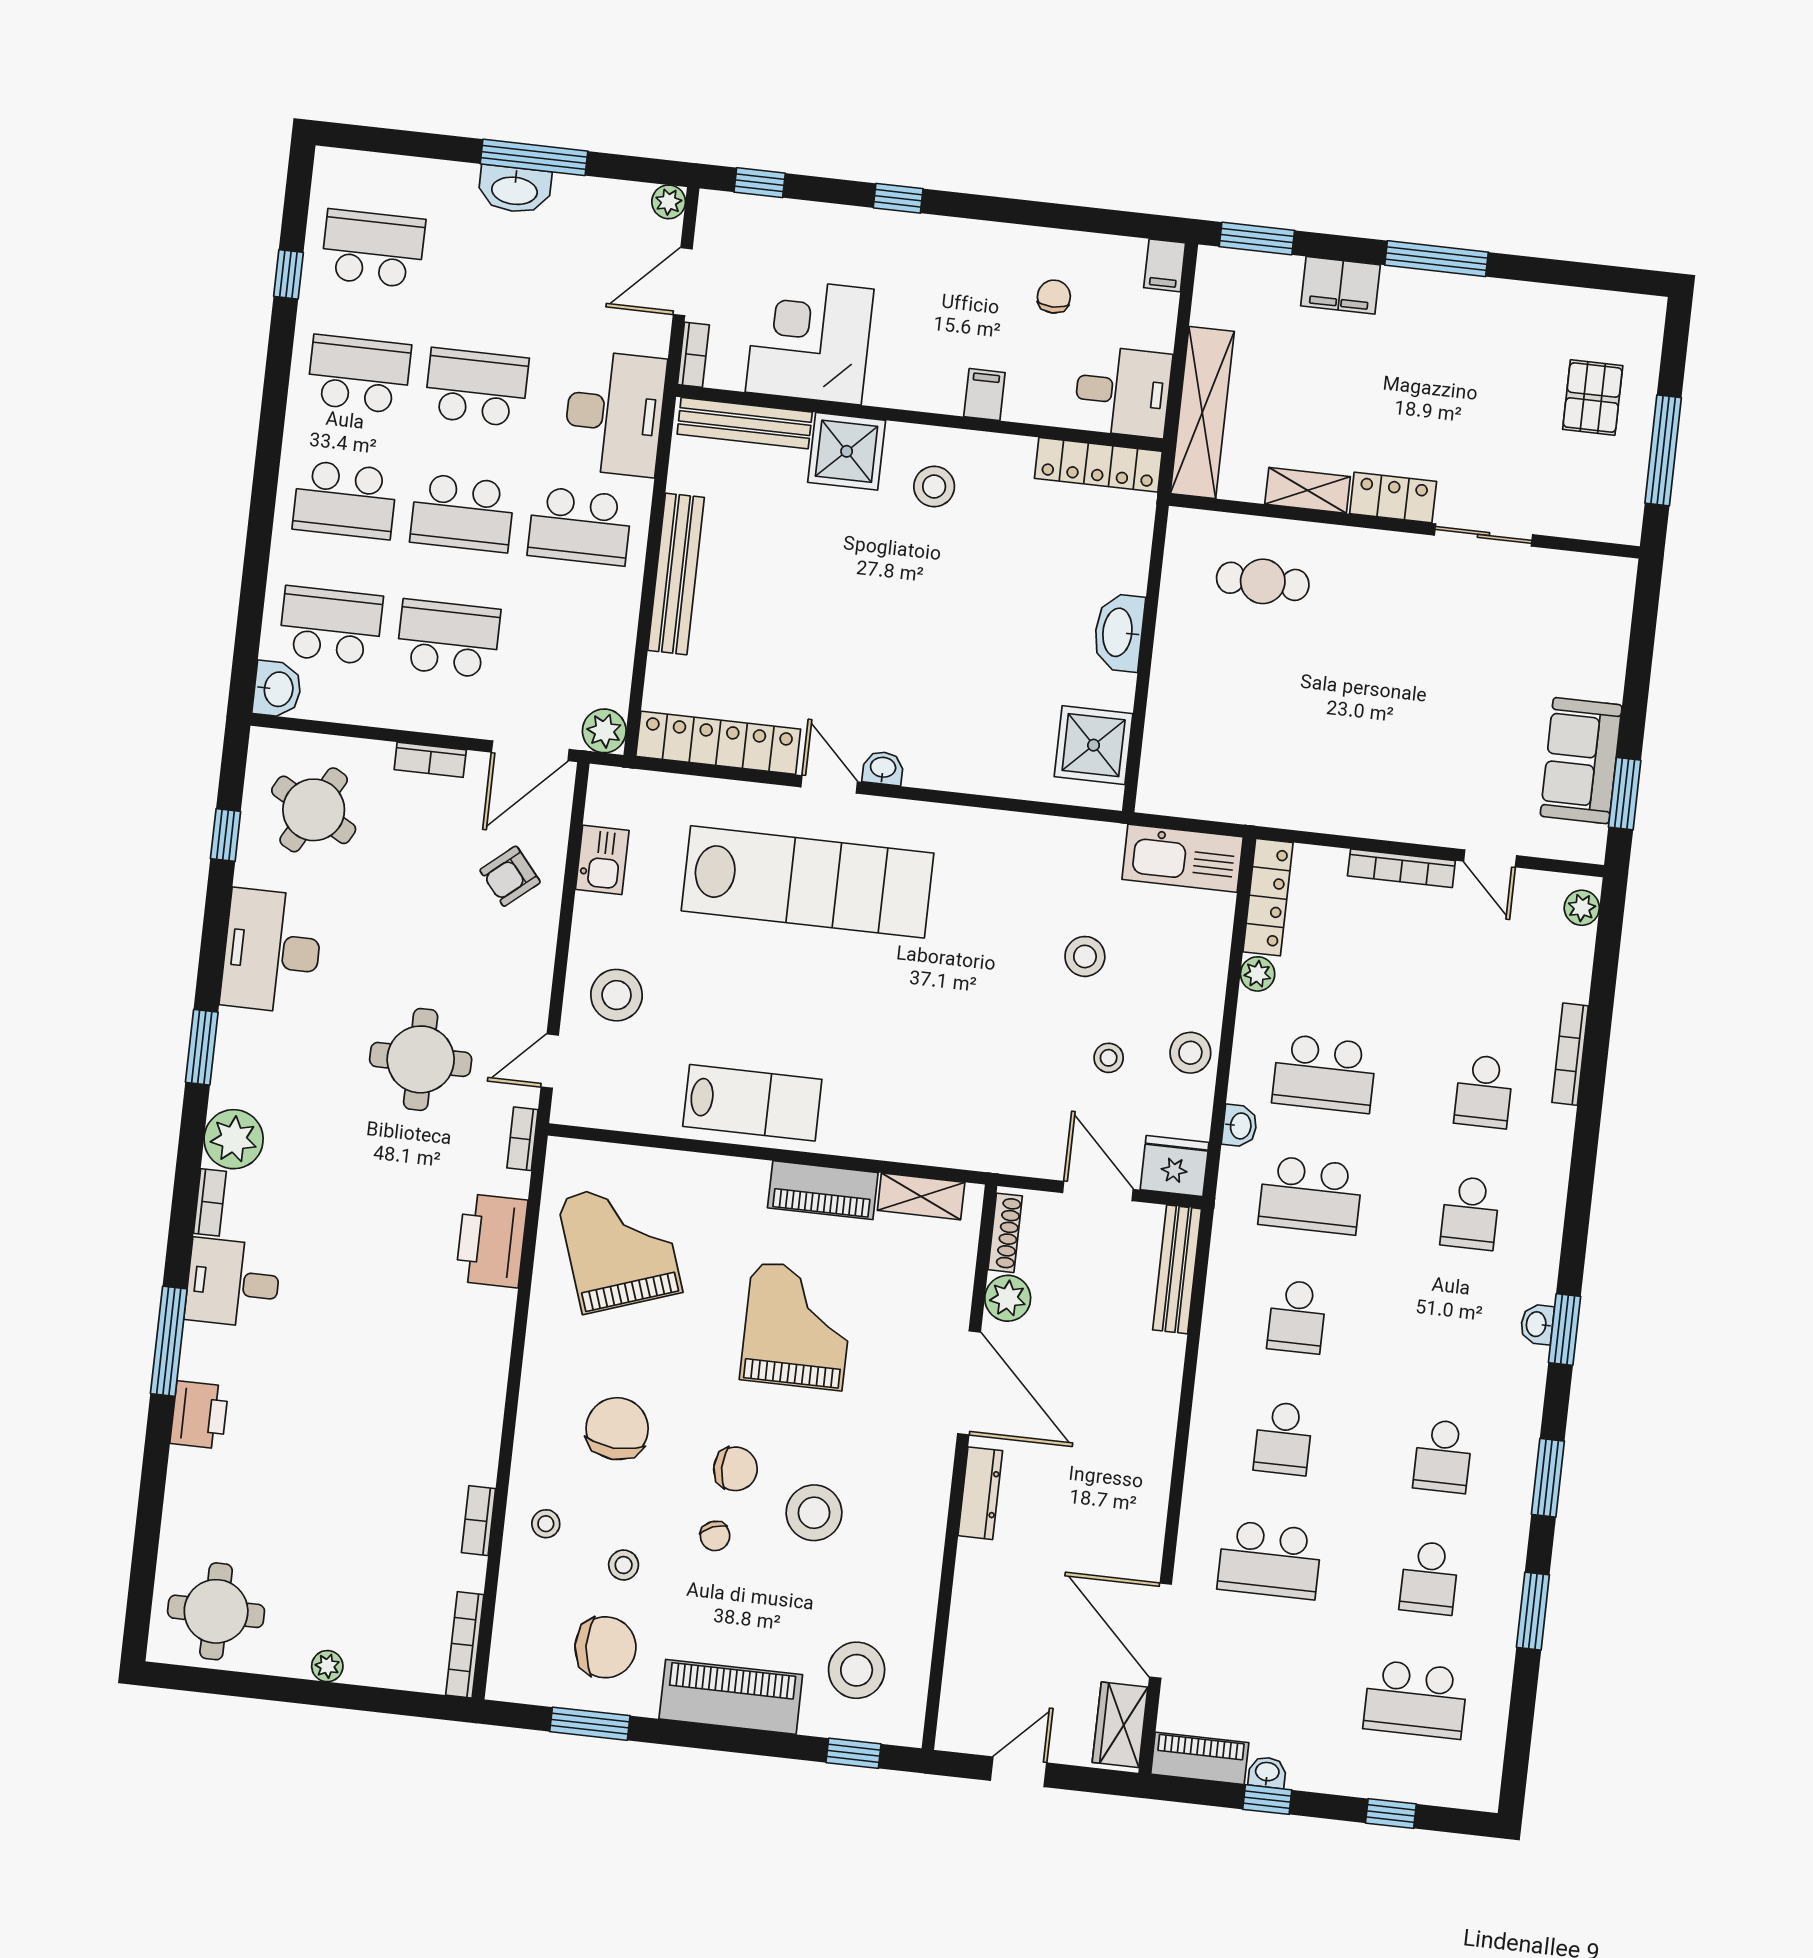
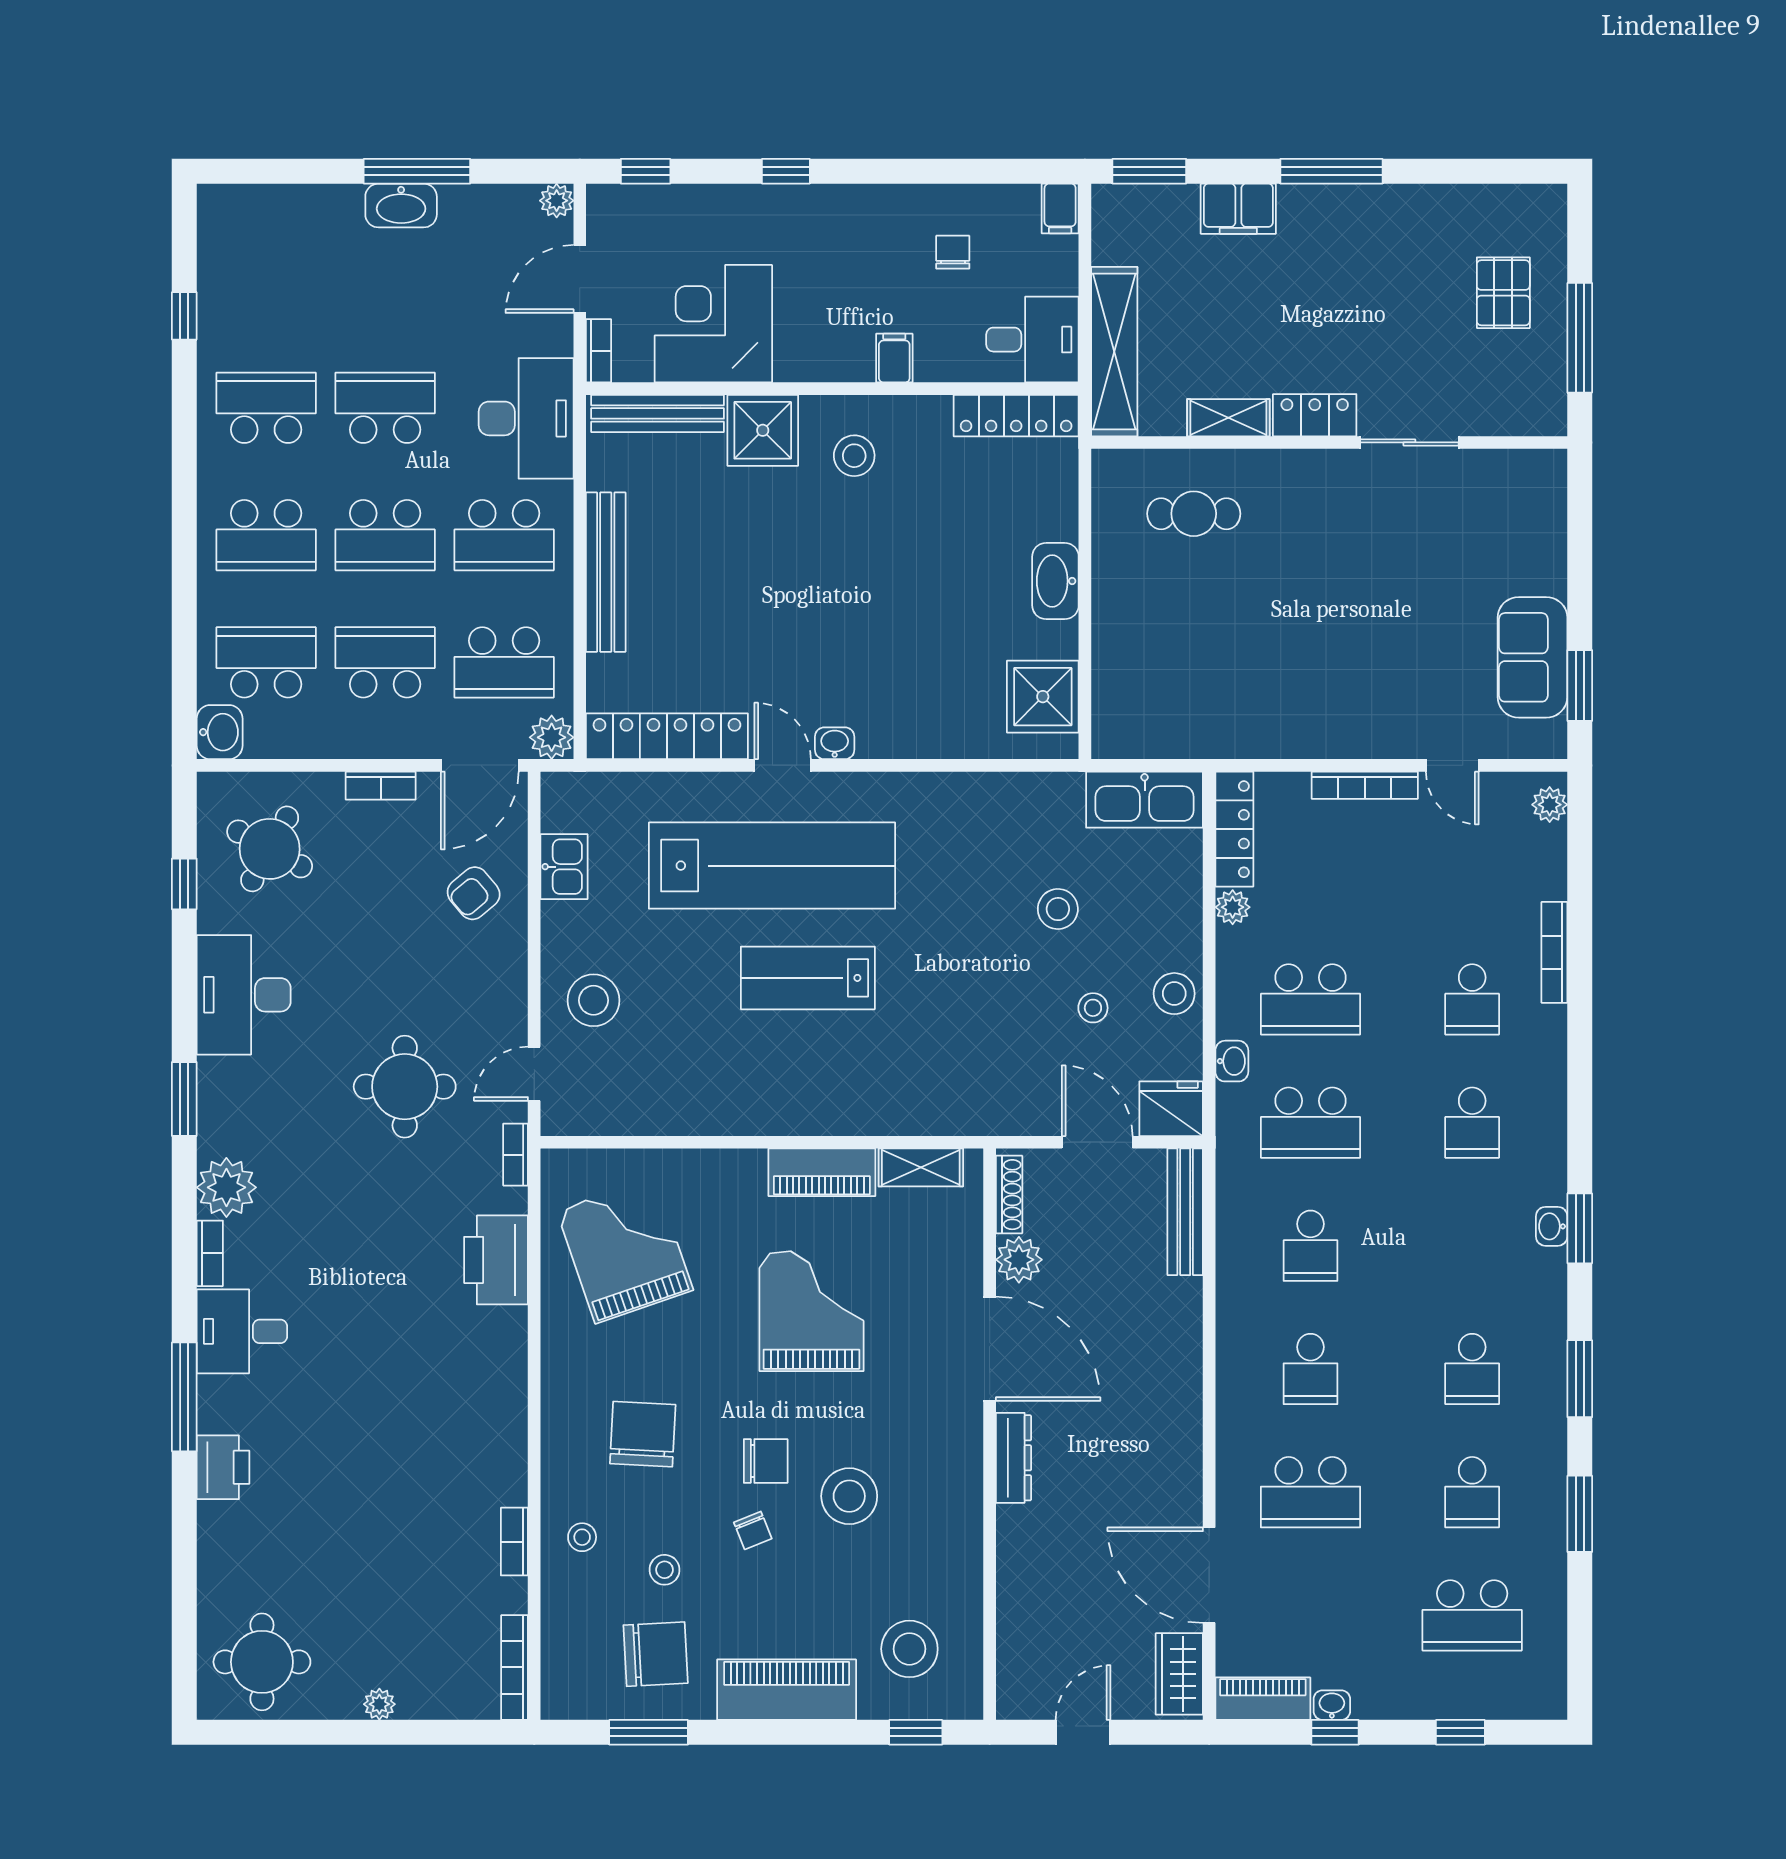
school desk: (373, 249) -> (504, 662), moved, turned 180
lab bench: (752, 1103) -> (808, 978), moved, turned 180

